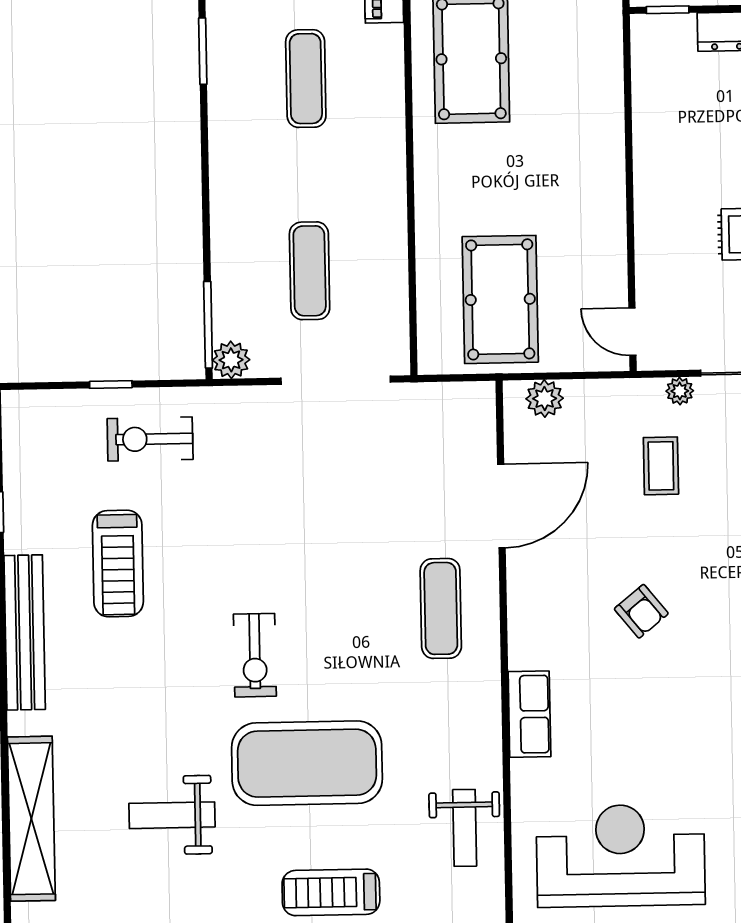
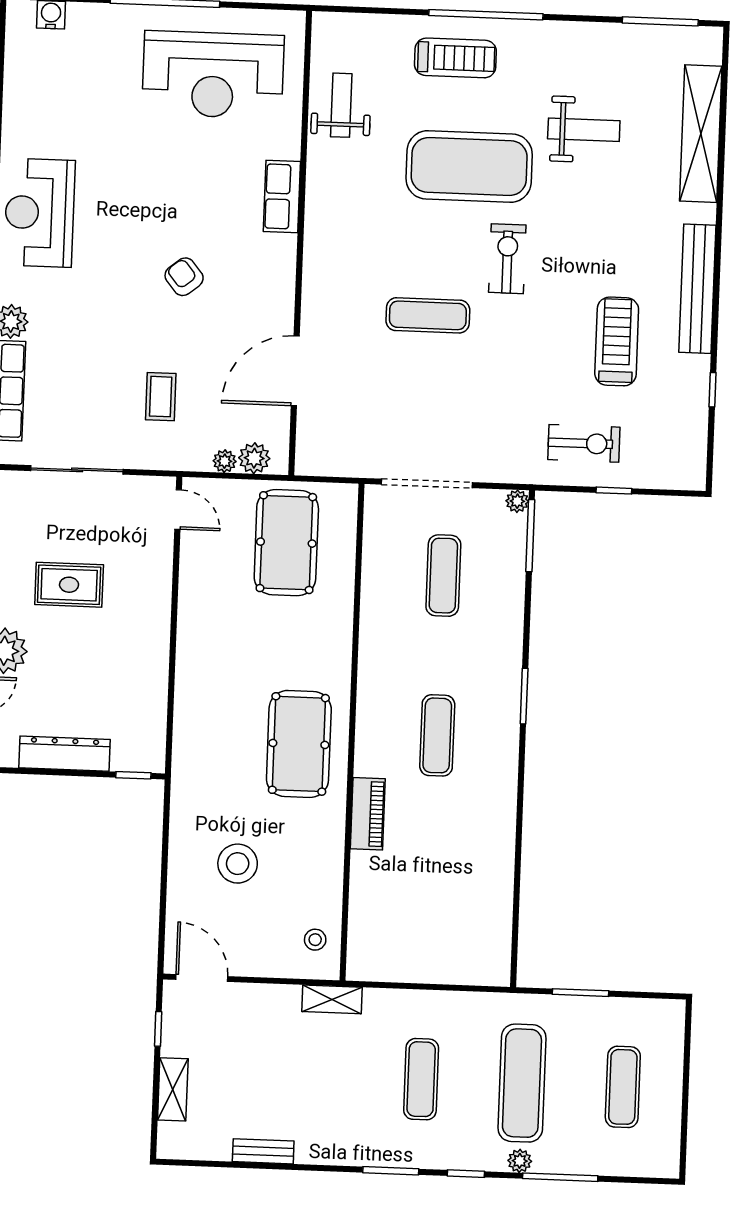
window: (203, 51) -> (524, 696), moved
plant: (231, 360) -> (517, 501), width x0.73, depth x0.73
plant: (680, 391) -> (225, 461), moved
exercise mat: (441, 608) -> (428, 315), moved, turned 90

